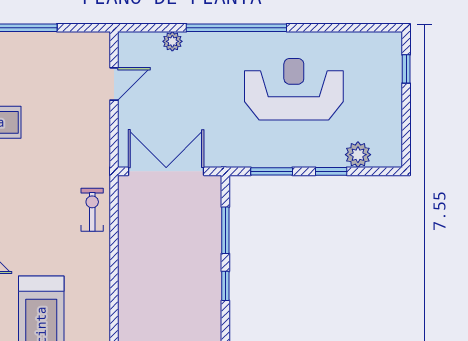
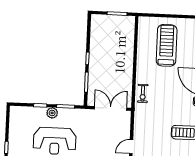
plant: (358, 155) -> (52, 113), moved
double door: (166, 171) -> (111, 108), swing flipped

